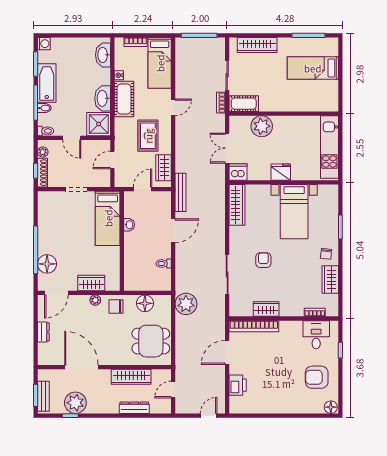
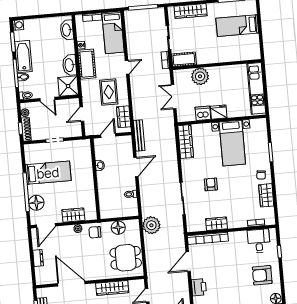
dishwasher: (238, 172) -> (203, 113), moved
bed: (108, 218) -> (48, 173), moved, turned -90

